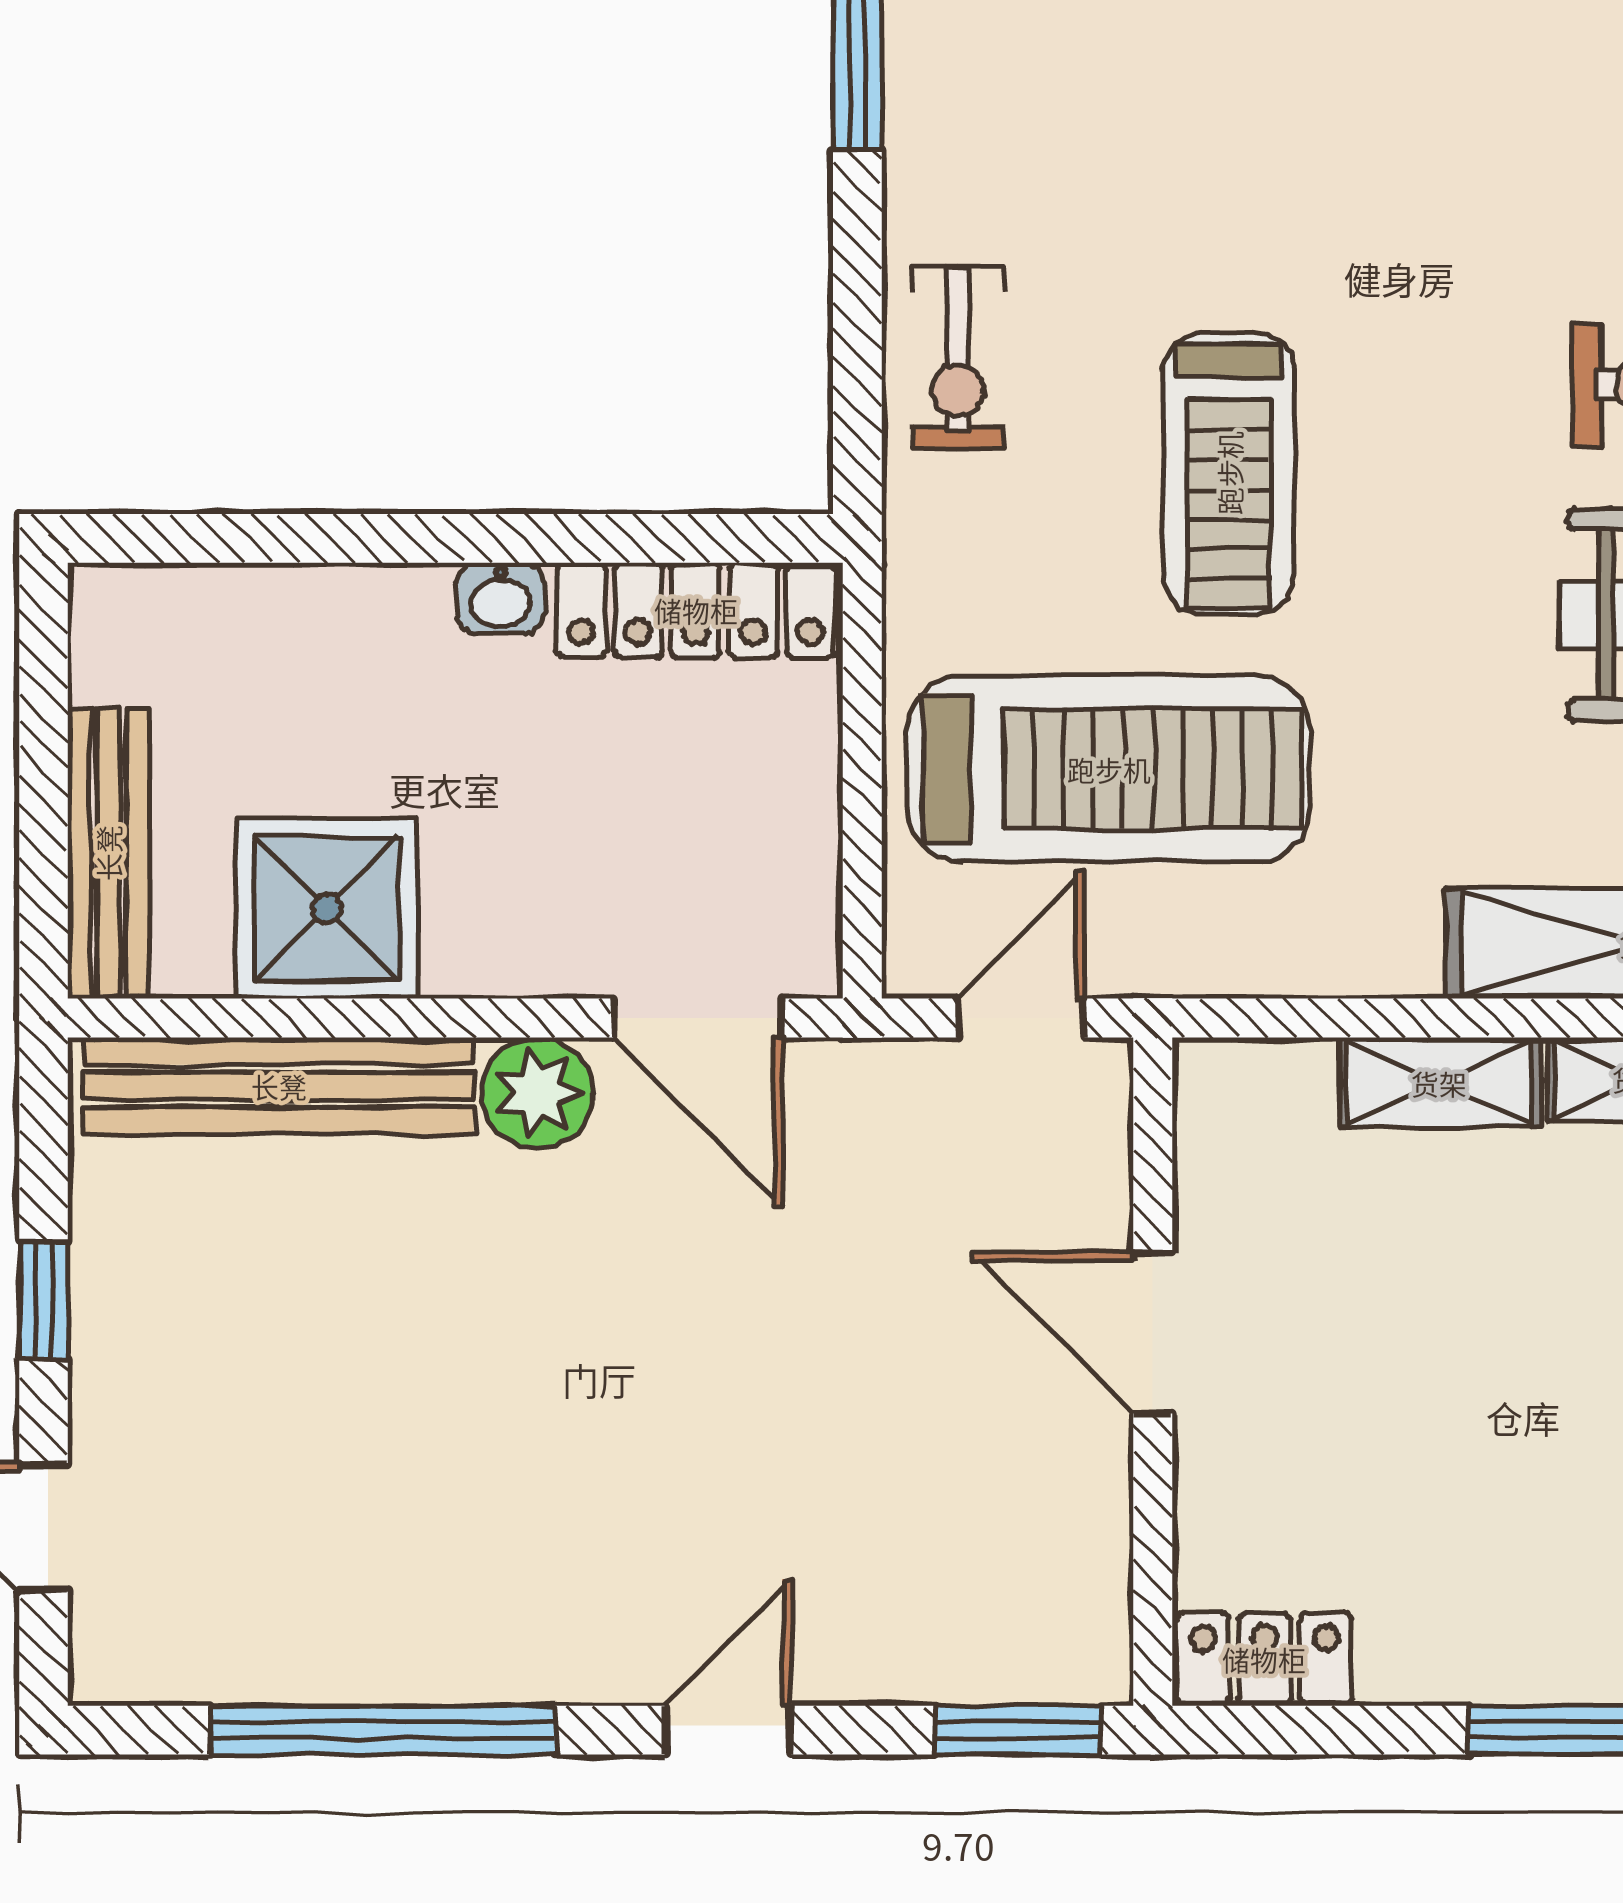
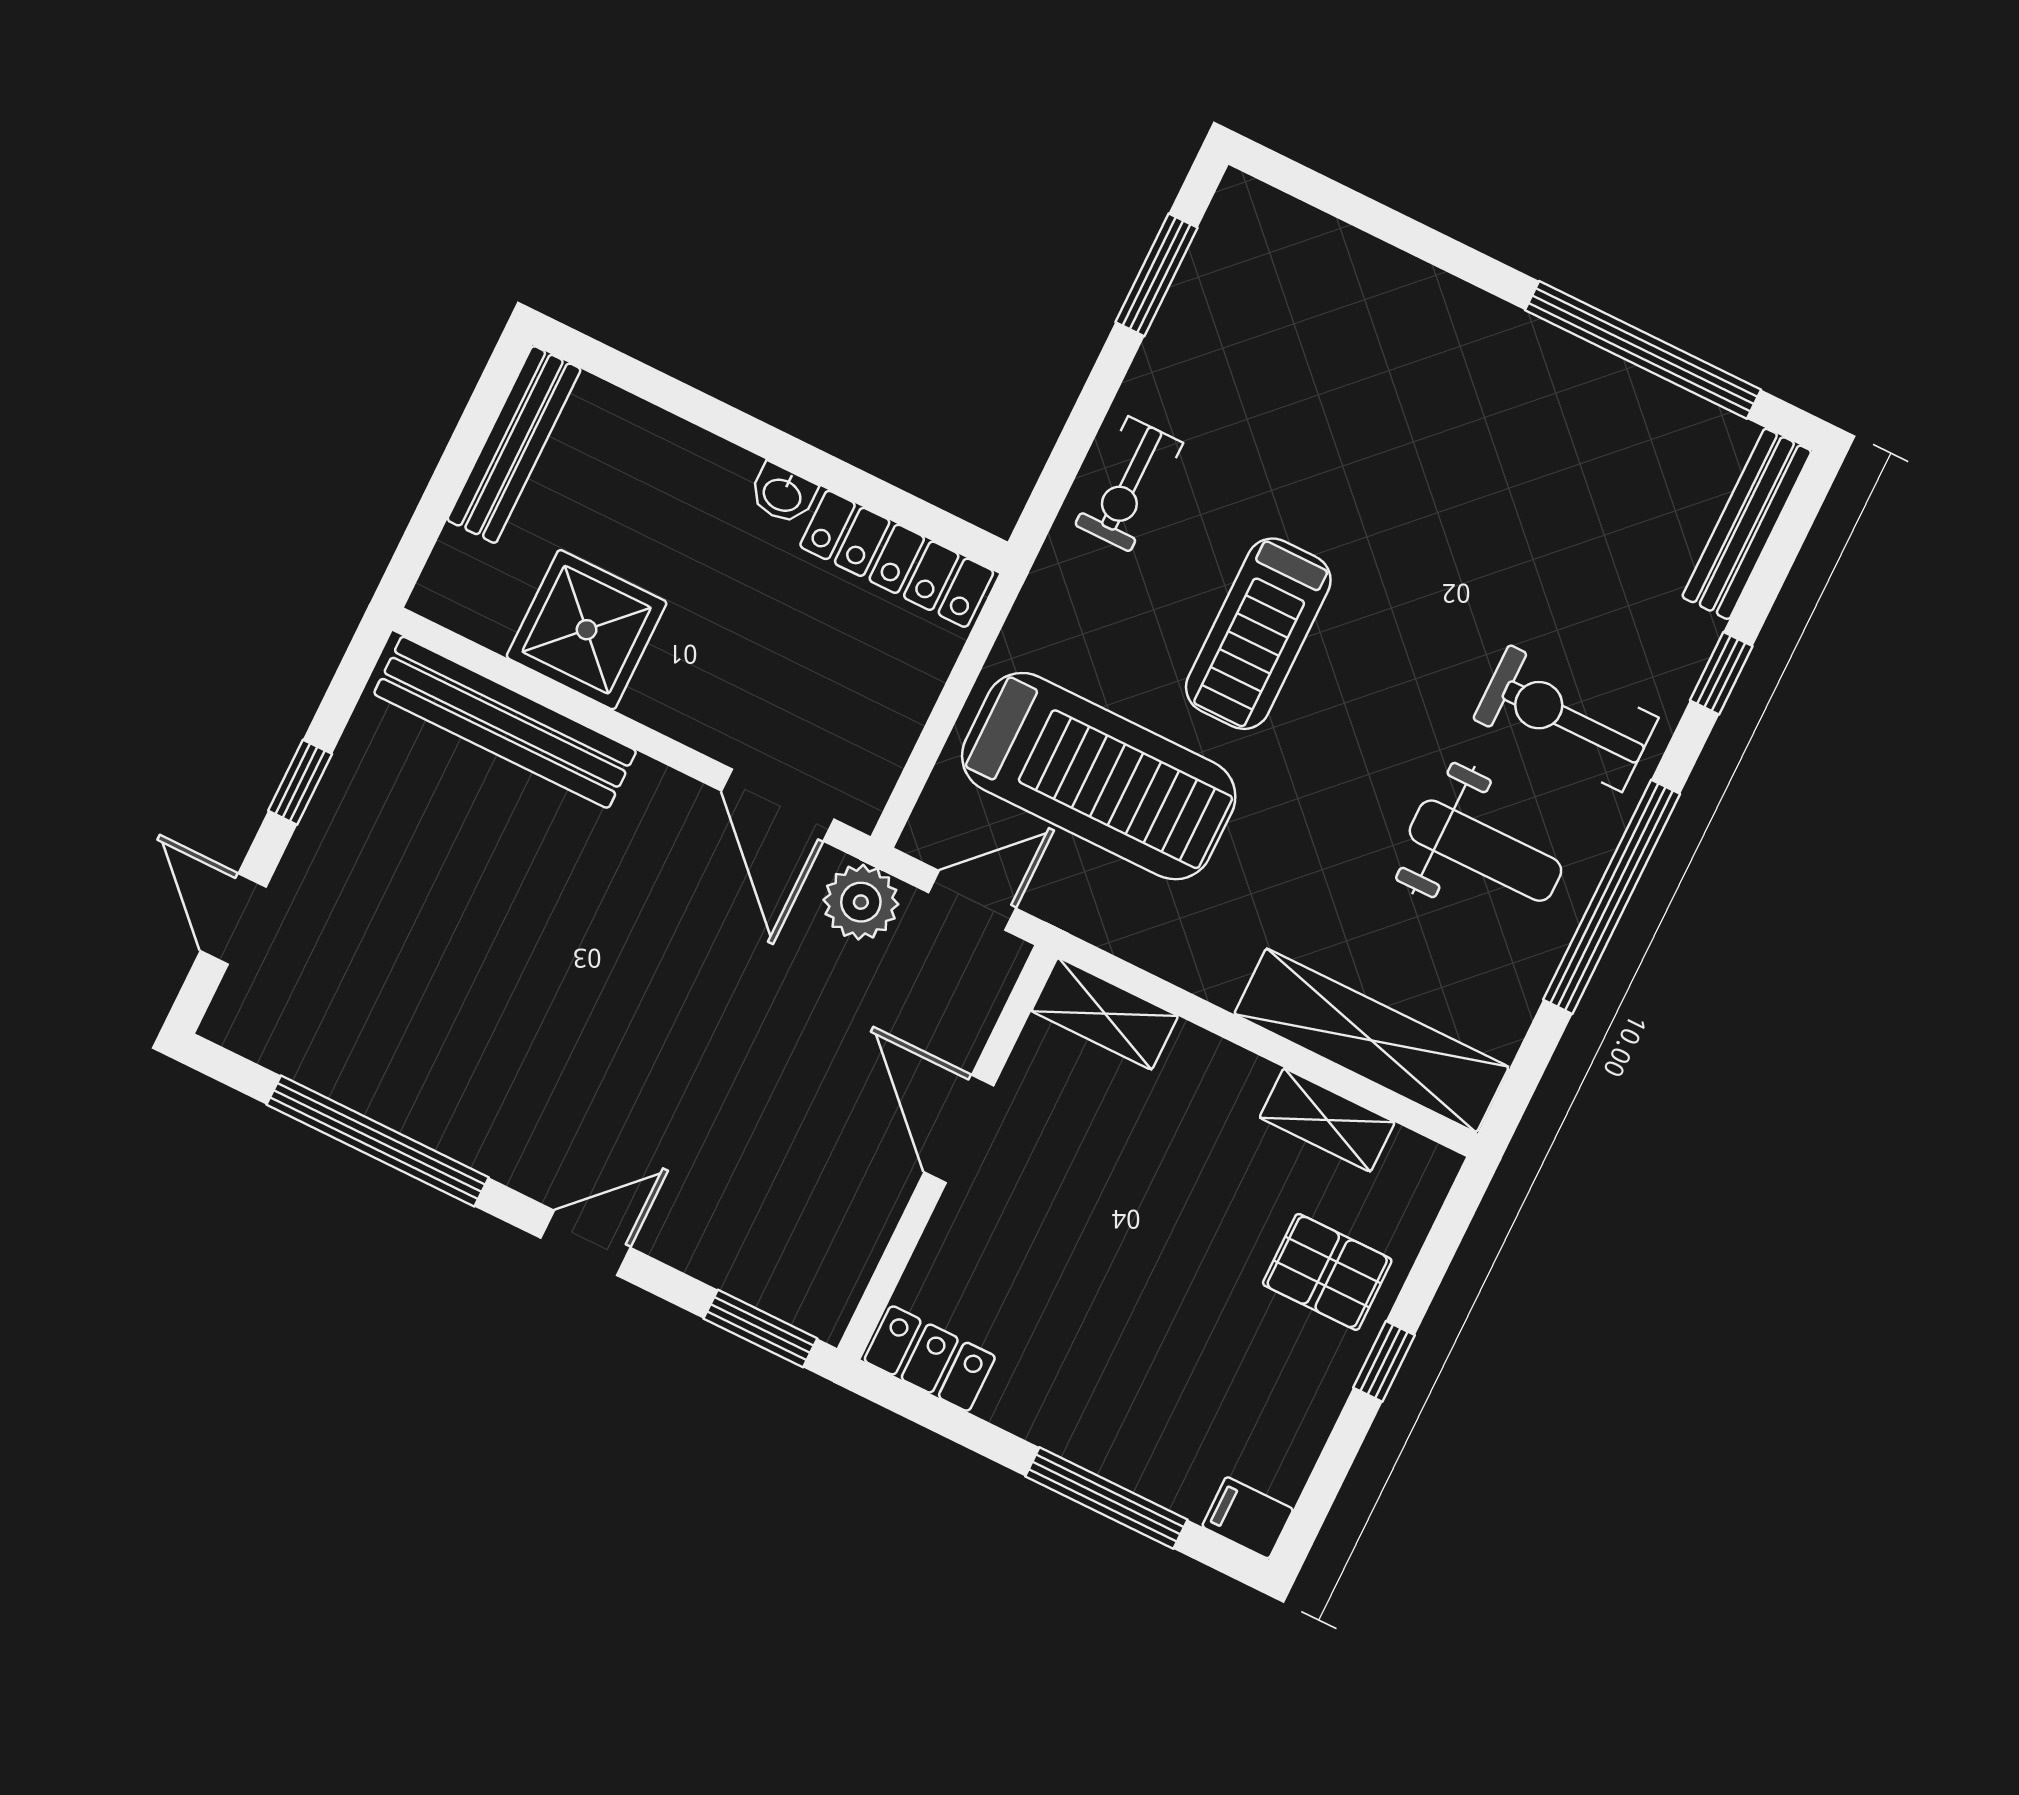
bench: (108, 853) -> (514, 445), moved
shelving: (1439, 1083) -> (1105, 1014), moved
plant: (537, 1093) -> (861, 902), moved

